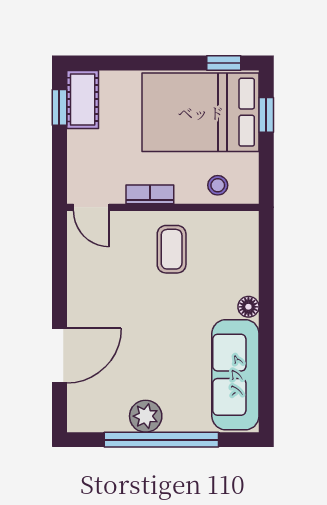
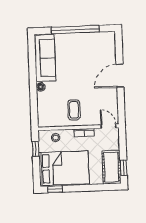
cot: (83, 99) -> (111, 167), width x1.37, depth x1.34
window: (266, 115) -> (36, 149), moved
door: (59, 356) -> (120, 76), moved
plant: (146, 416) -> (82, 39), removed

